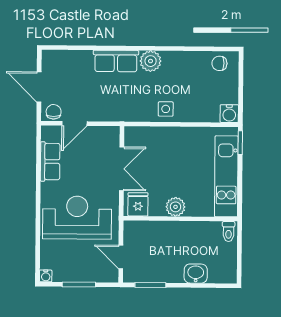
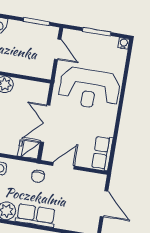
chair: (54, 112) -> (38, 176), moved
door: (74, 123) -> (64, 166), moved
row of seats: (50, 162) -> (102, 153), moved
fridge: (138, 204) -> (29, 149), moved, turned 90

